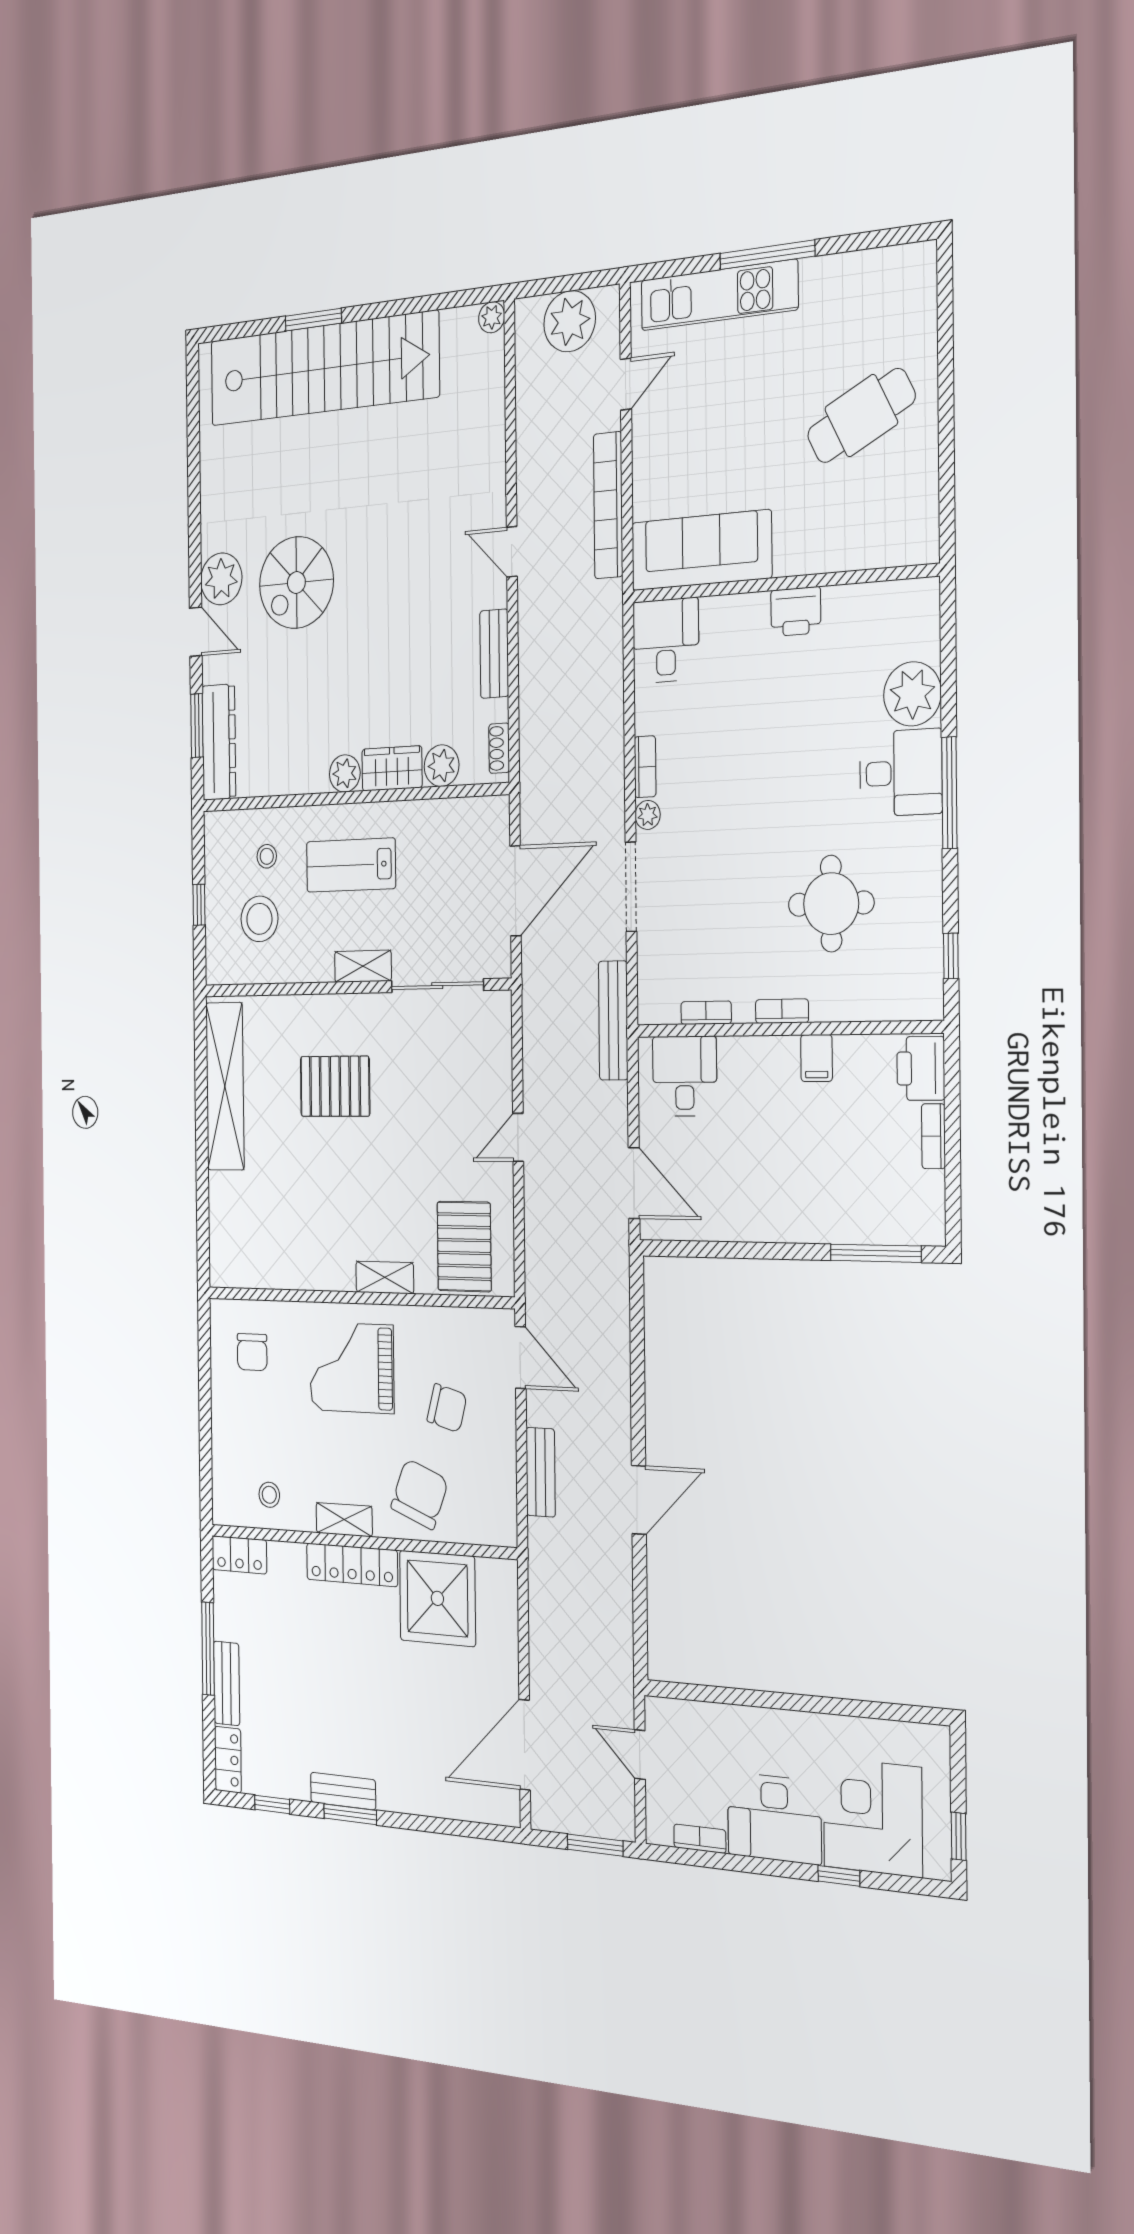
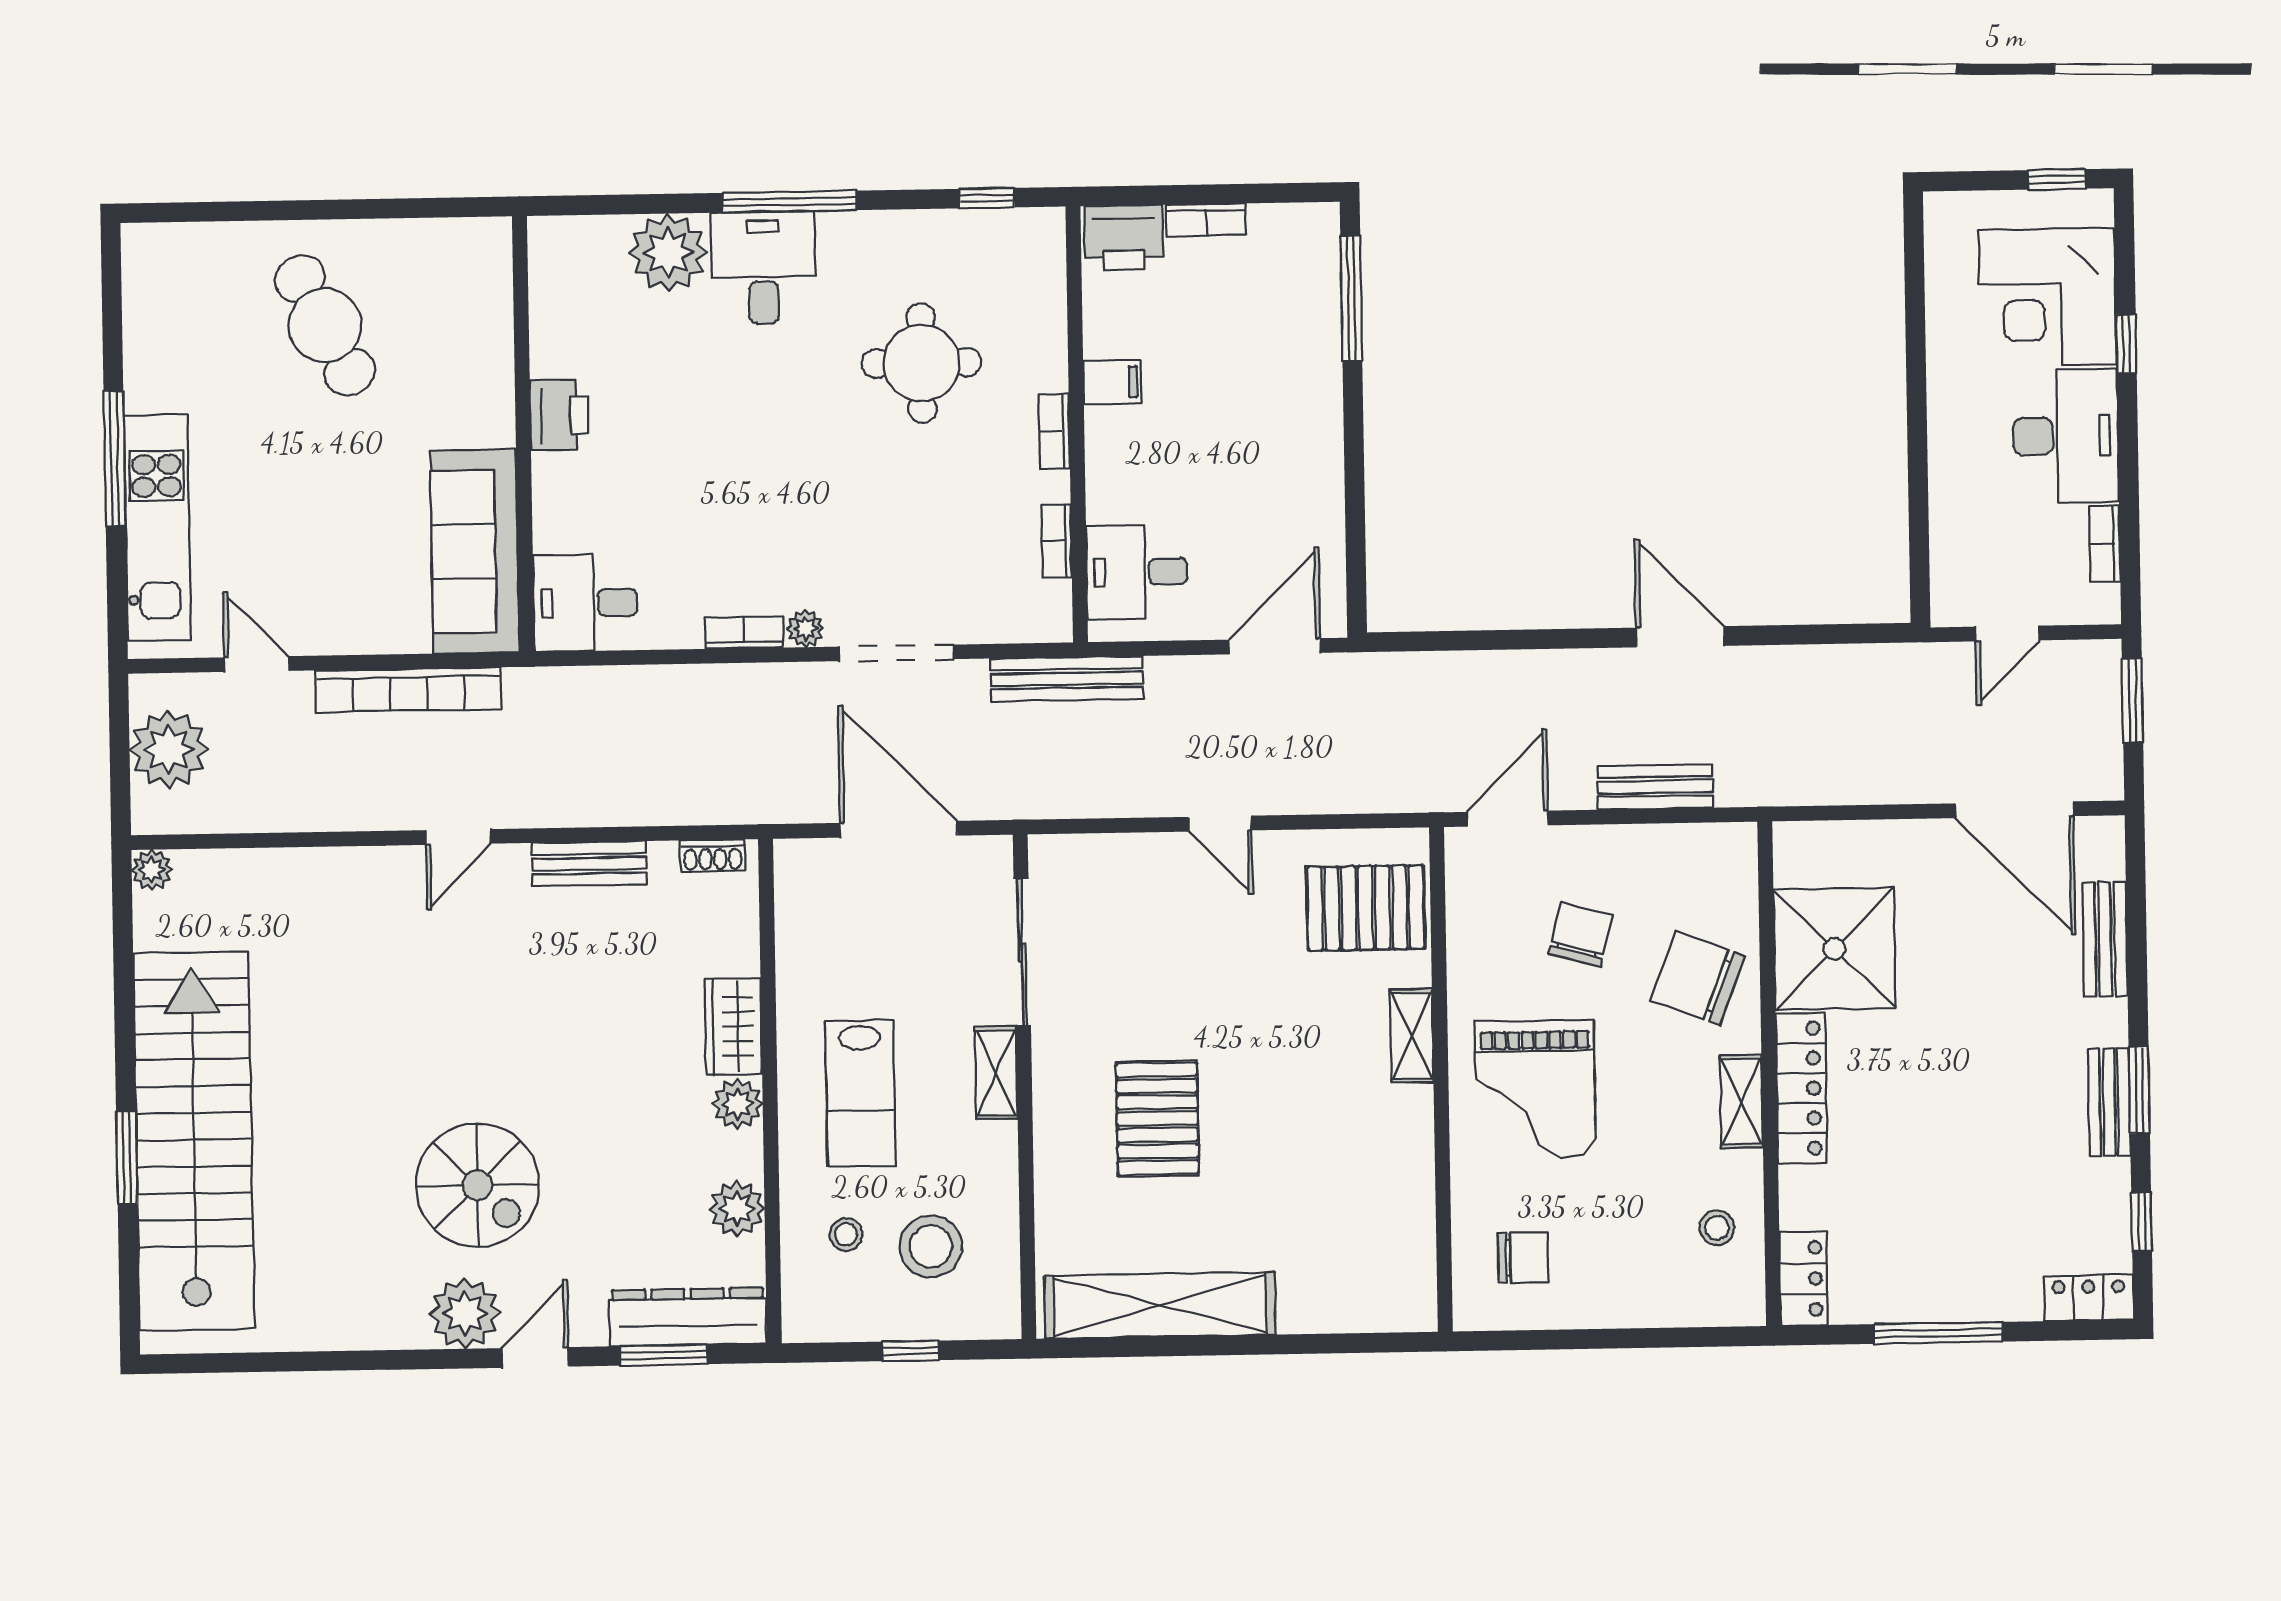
plant: (442, 766) -> (737, 1209), moved
bench: (227, 1683) -> (2105, 939), moved, turned 90

